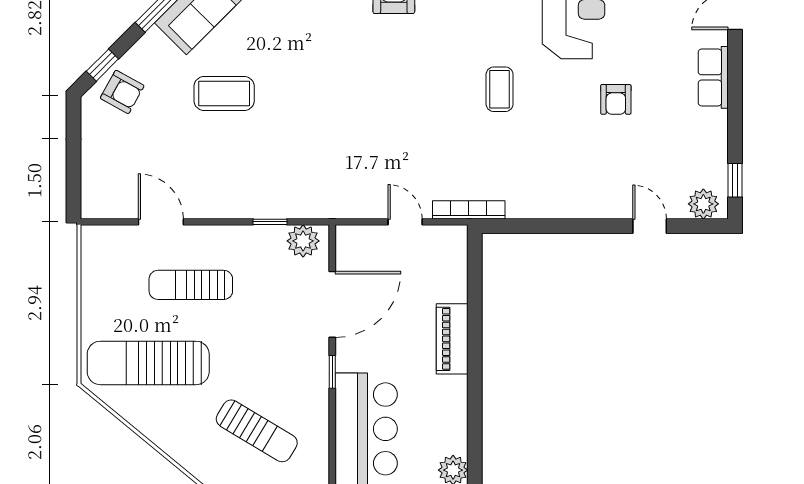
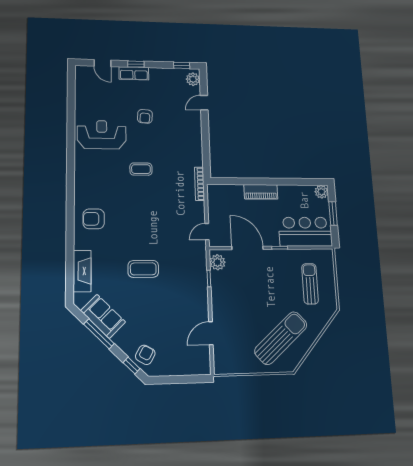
window: (735, 82) -> (136, 64), added
coffee table: (224, 93) -> (143, 269), moved, turned 90
armchair: (616, 99) -> (145, 116), turned 94
door: (405, 222) -> (207, 232), moved
sun lounger: (191, 285) -> (241, 317), removed
sun lounger: (148, 363) -> (281, 338), turned -132
sun lounger: (257, 431) -> (310, 284), turned -31

